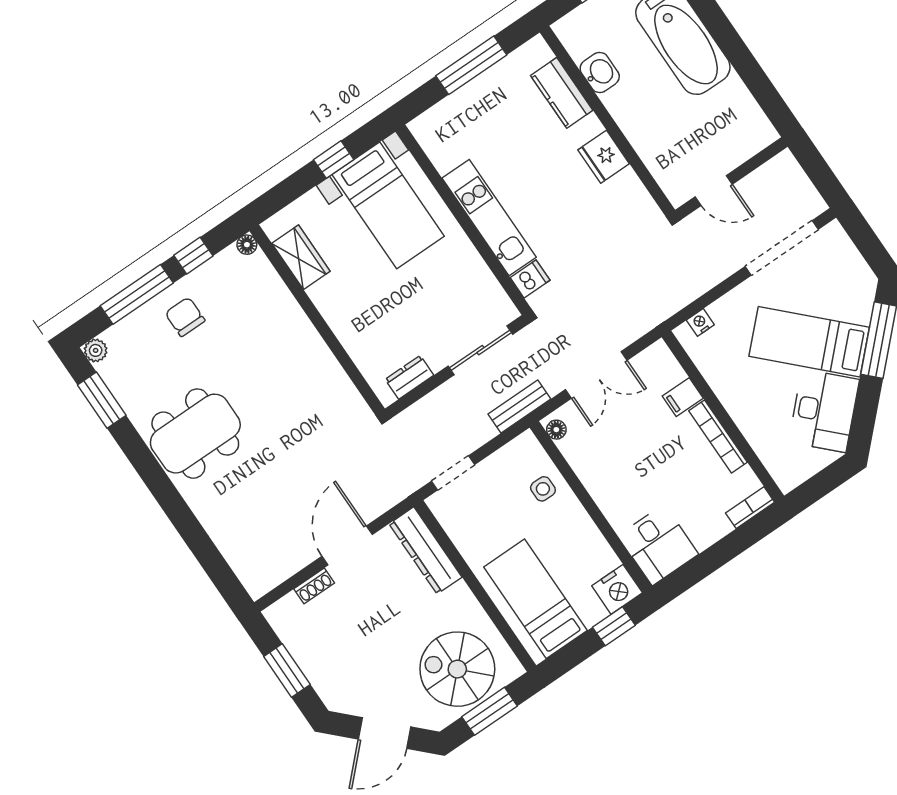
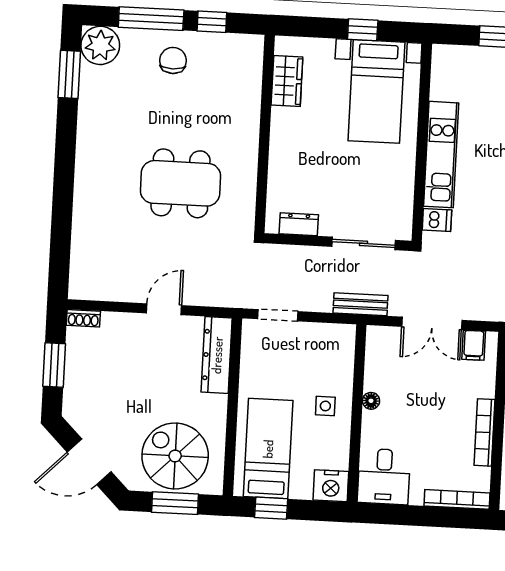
floor lamp: (247, 245) -> (256, 43), removed
plant: (96, 350) -> (100, 45), width x1.88, depth x1.88
filing cabinet: (683, 397) -> (474, 345), moved, turned -90
floor lamp: (556, 430) -> (371, 401), moved
dining table: (195, 434) -> (180, 183), moved
side table: (543, 489) -> (325, 406), moved
bookcase: (750, 508) -> (457, 499), width x1.56
door: (347, 545) -> (164, 309), width x0.73
shoe rack: (314, 586) -> (83, 318), moved
window: (614, 626) -> (271, 508), moved

